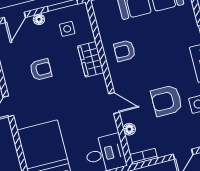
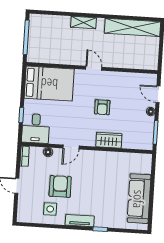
side table: (67, 29) -> (137, 130), removed
armchair: (125, 51) -> (107, 167), removed
armchair: (41, 70) -> (102, 107), moved

